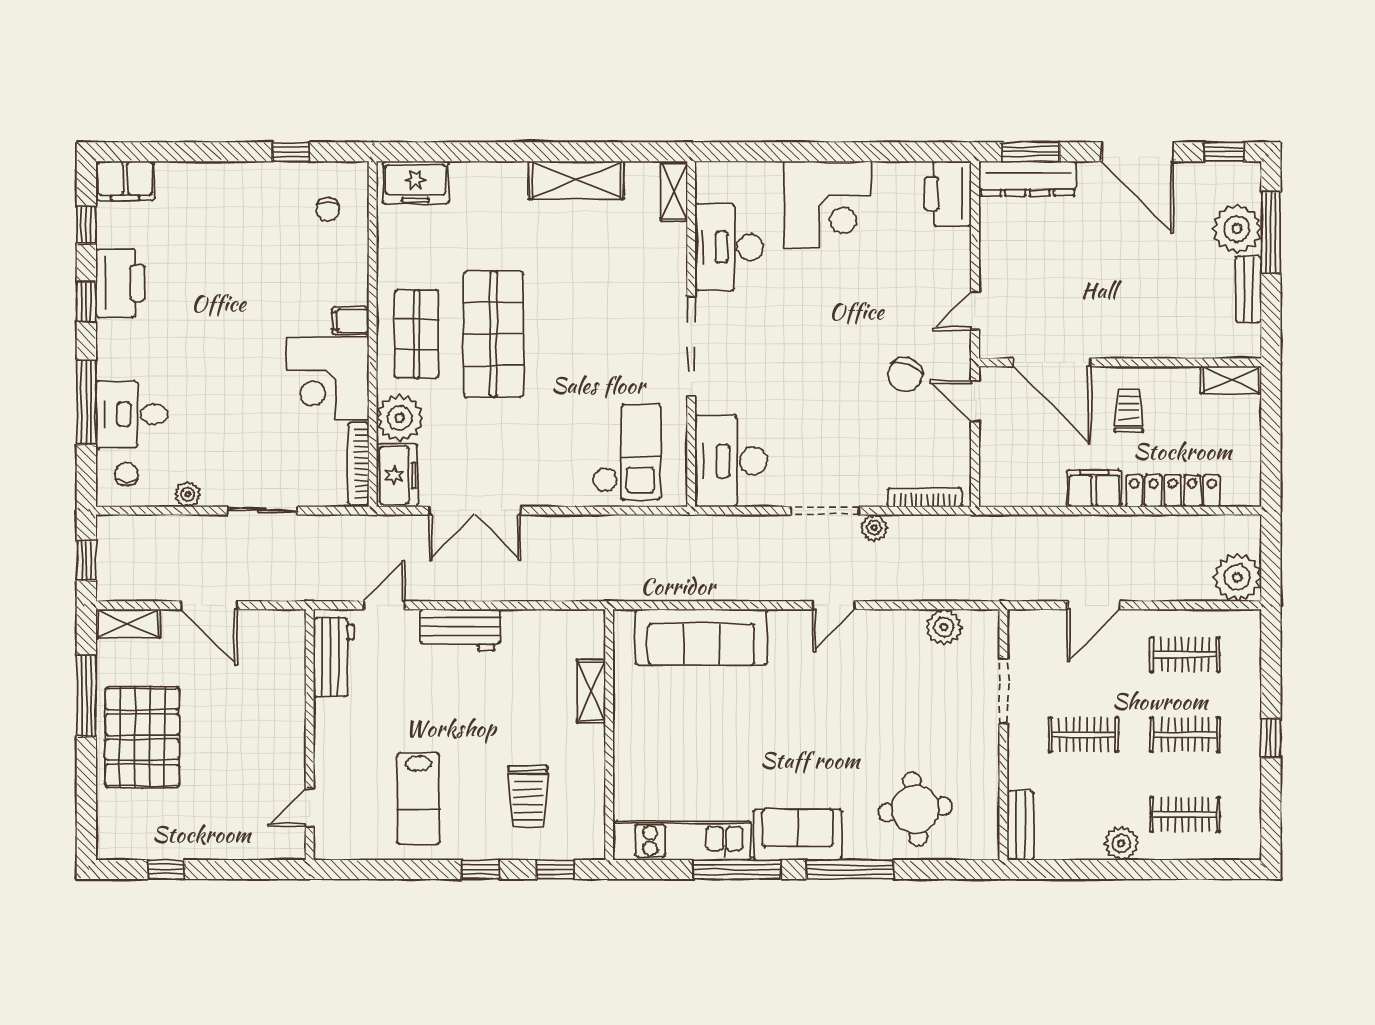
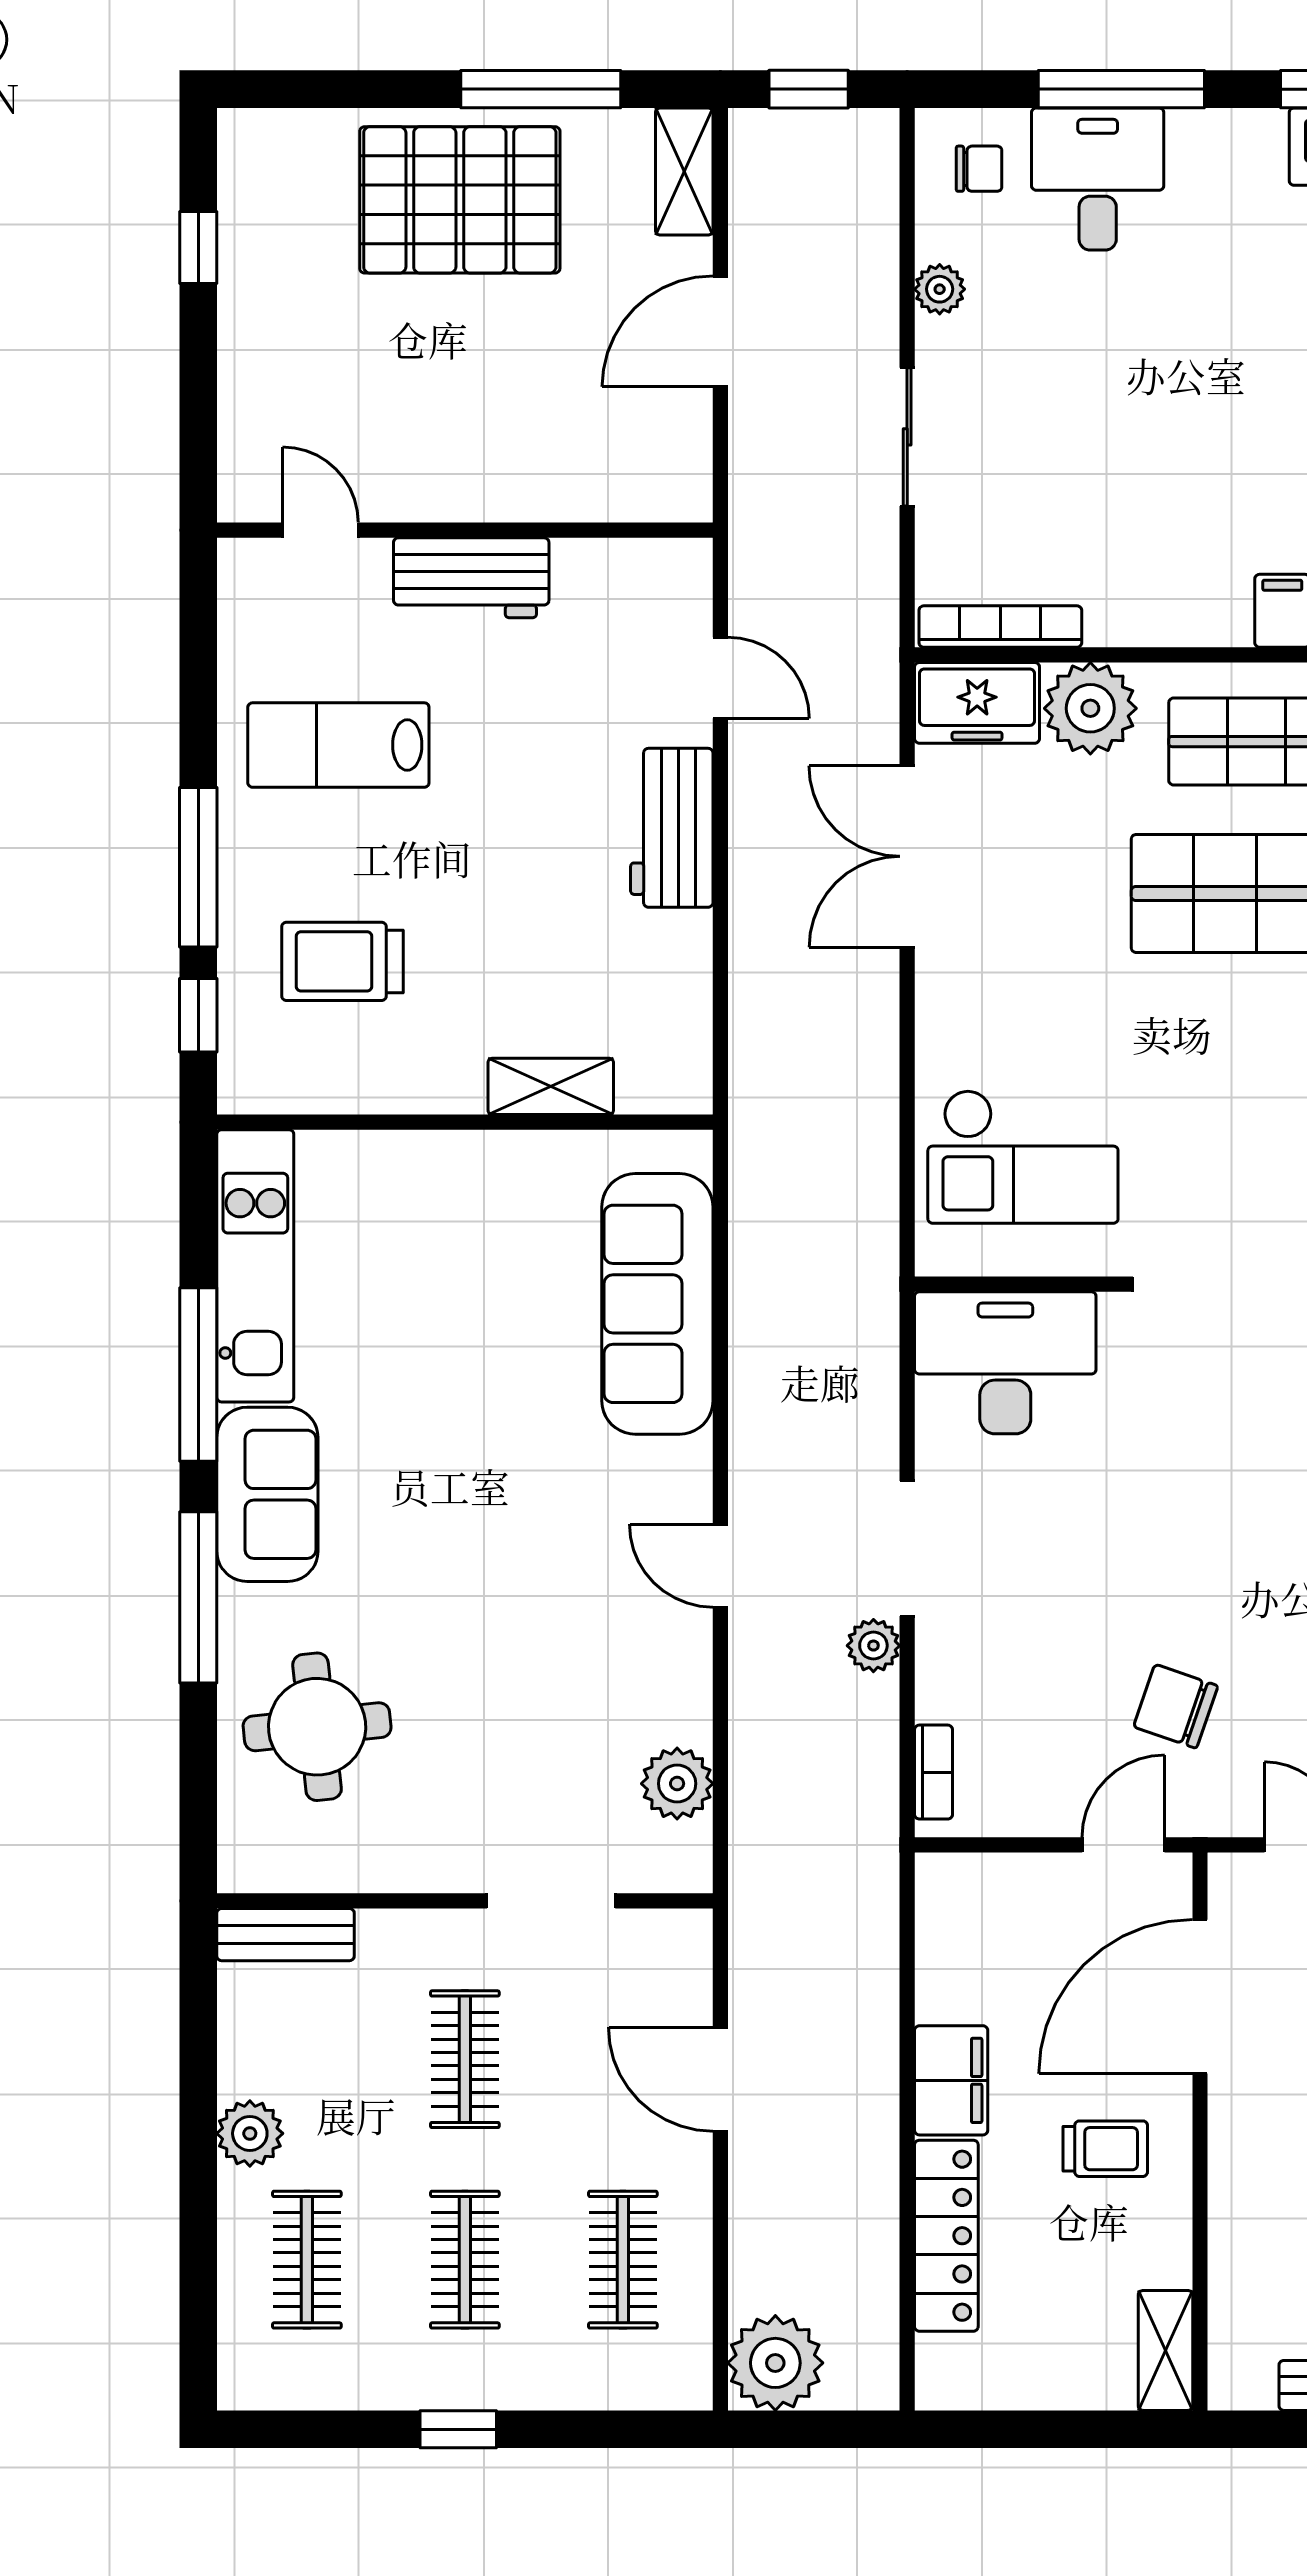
corner desk: (328, 378) -> (1168, 566), removed
bookcase: (925, 497) -> (934, 1772), width x0.64
workbench: (334, 657) -> (471, 578), moved
window: (480, 870) -> (198, 867), width x2.17

